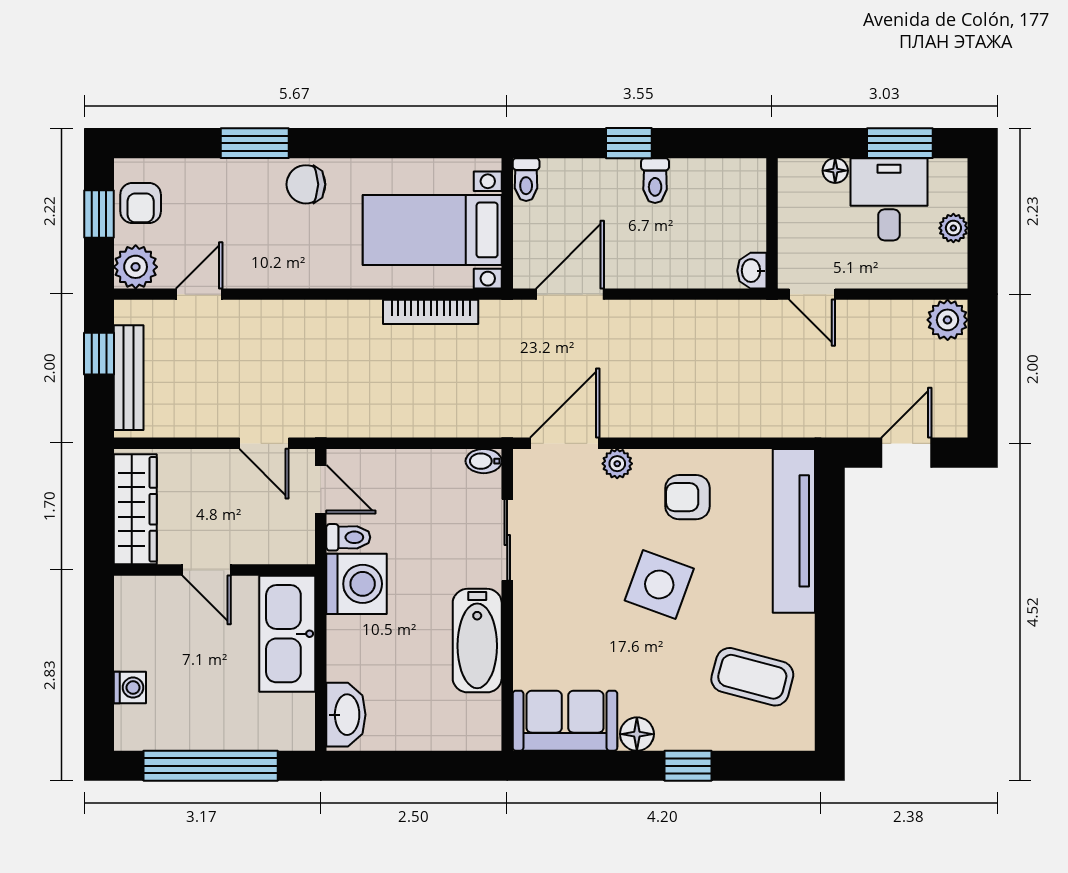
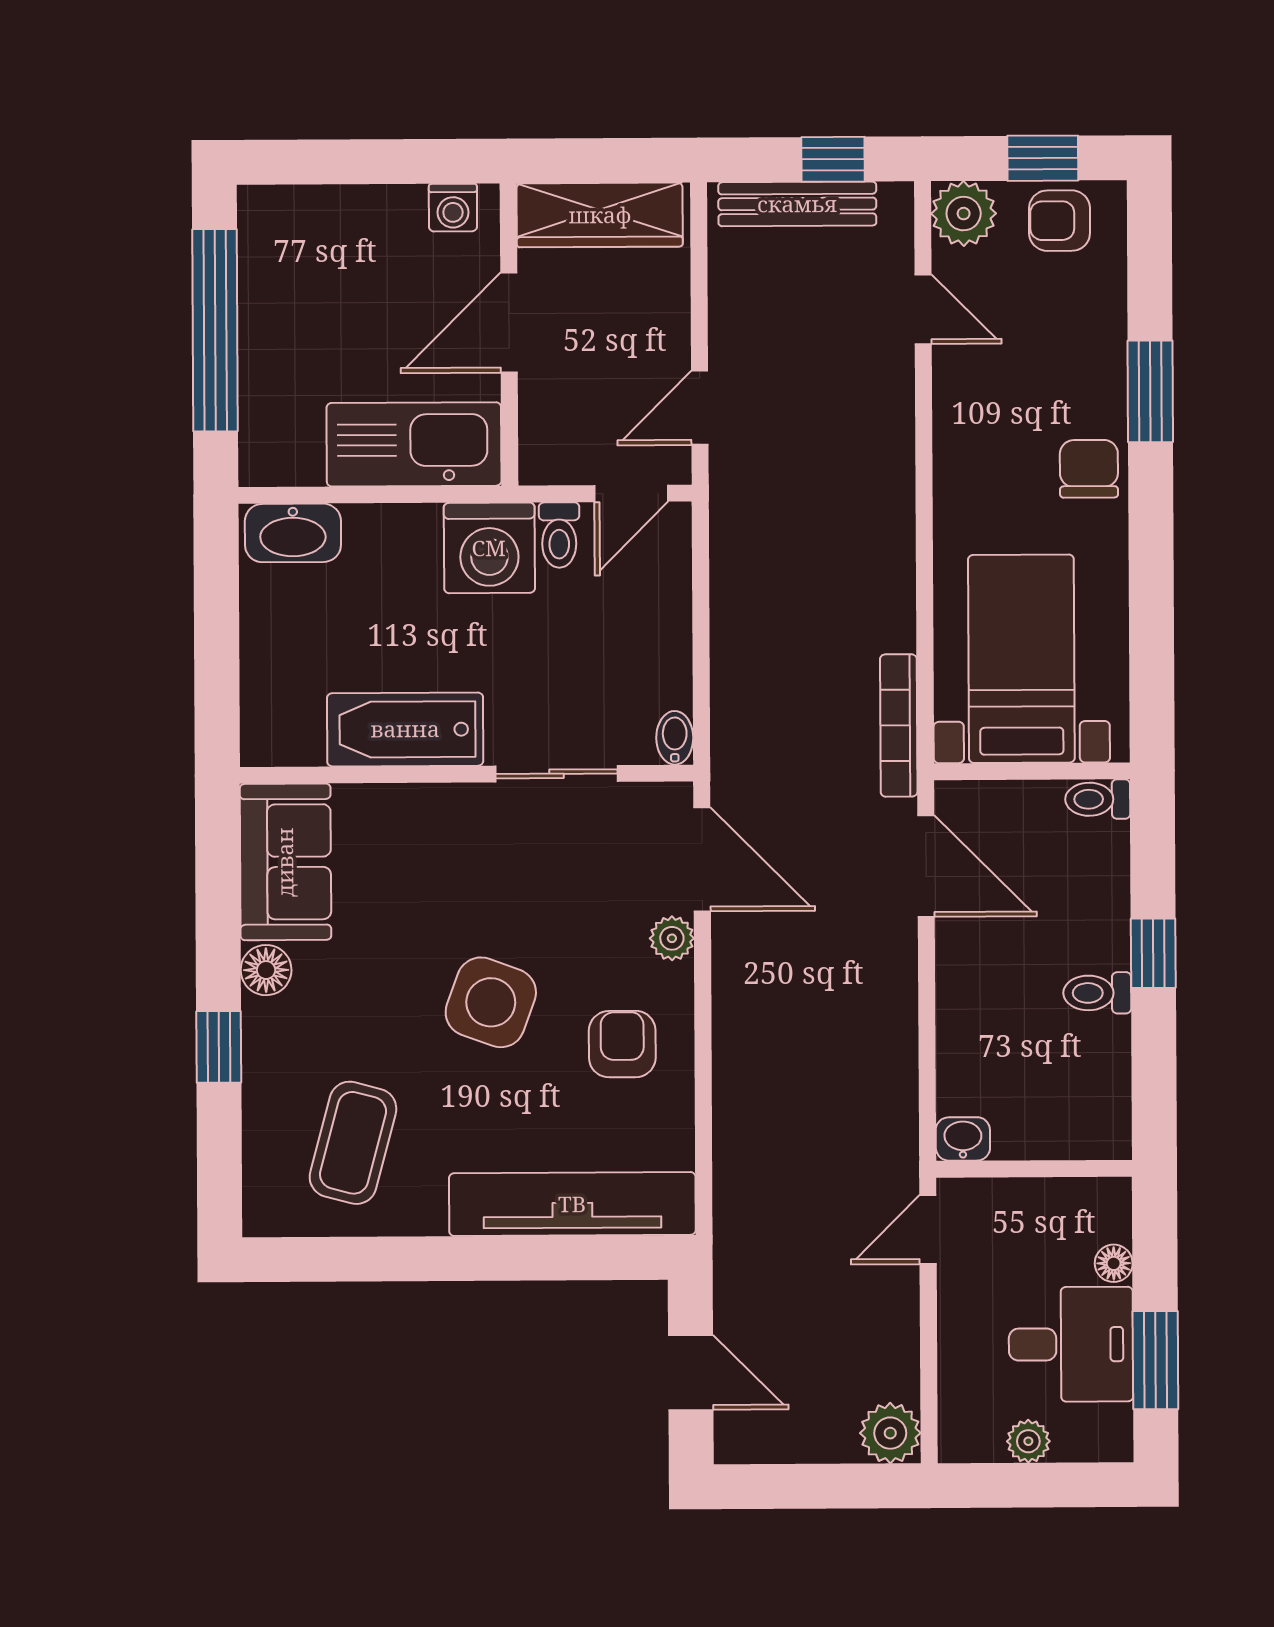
bookcase: (431, 312) -> (899, 725), moved
door: (207, 570) -> (509, 323), width x1.38
washing machine: (130, 688) -> (453, 208), moved

